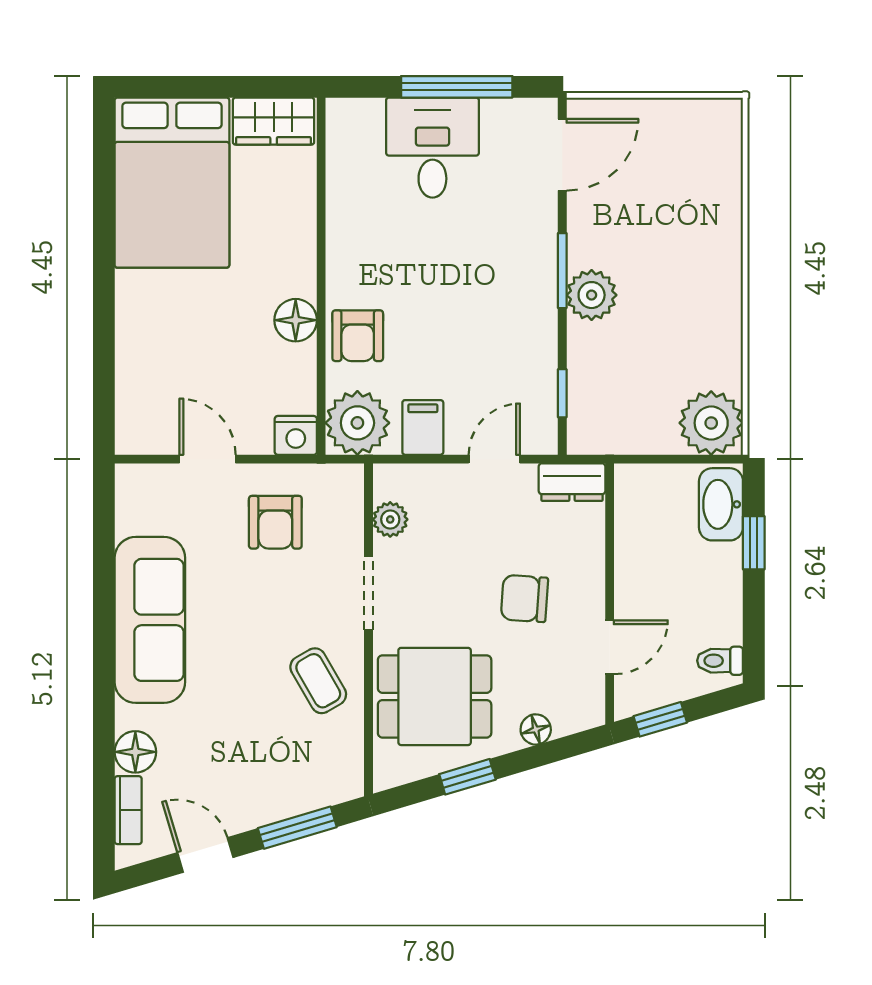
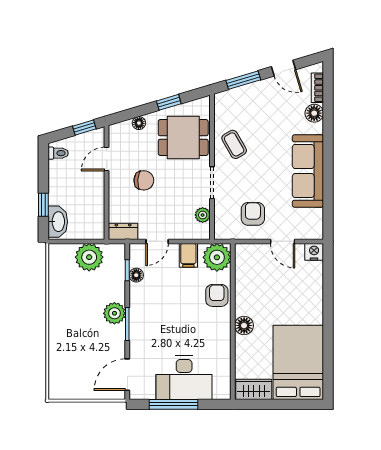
desk: (432, 148) -> (184, 378), width x1.37
floor lamp: (296, 320) -> (244, 325), moved
floor lamp: (542, 382) -> (136, 275), added
plant: (711, 423) -> (89, 257), moved
nightstand: (296, 435) -> (314, 252), moved

